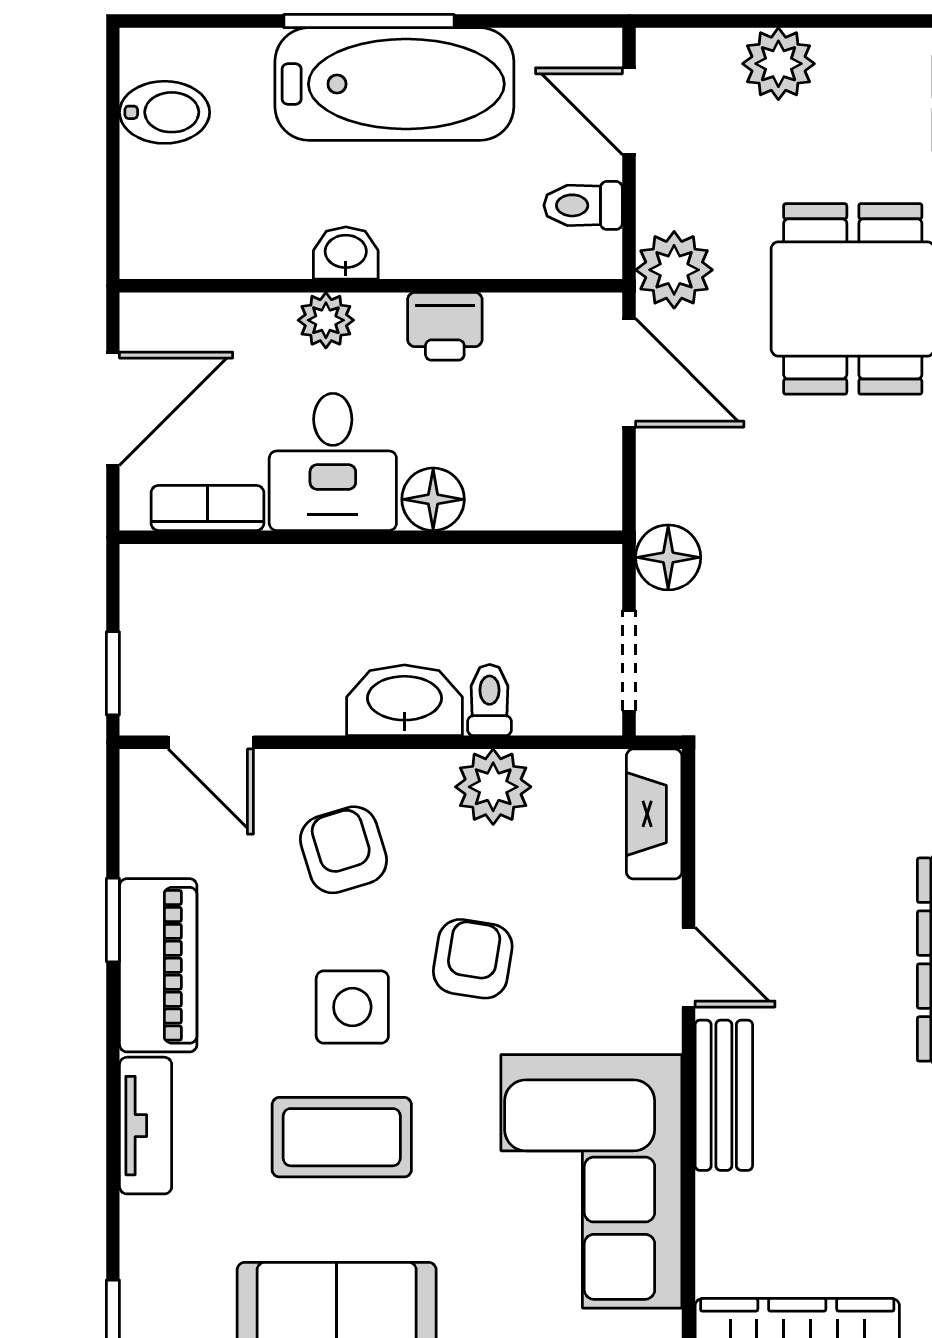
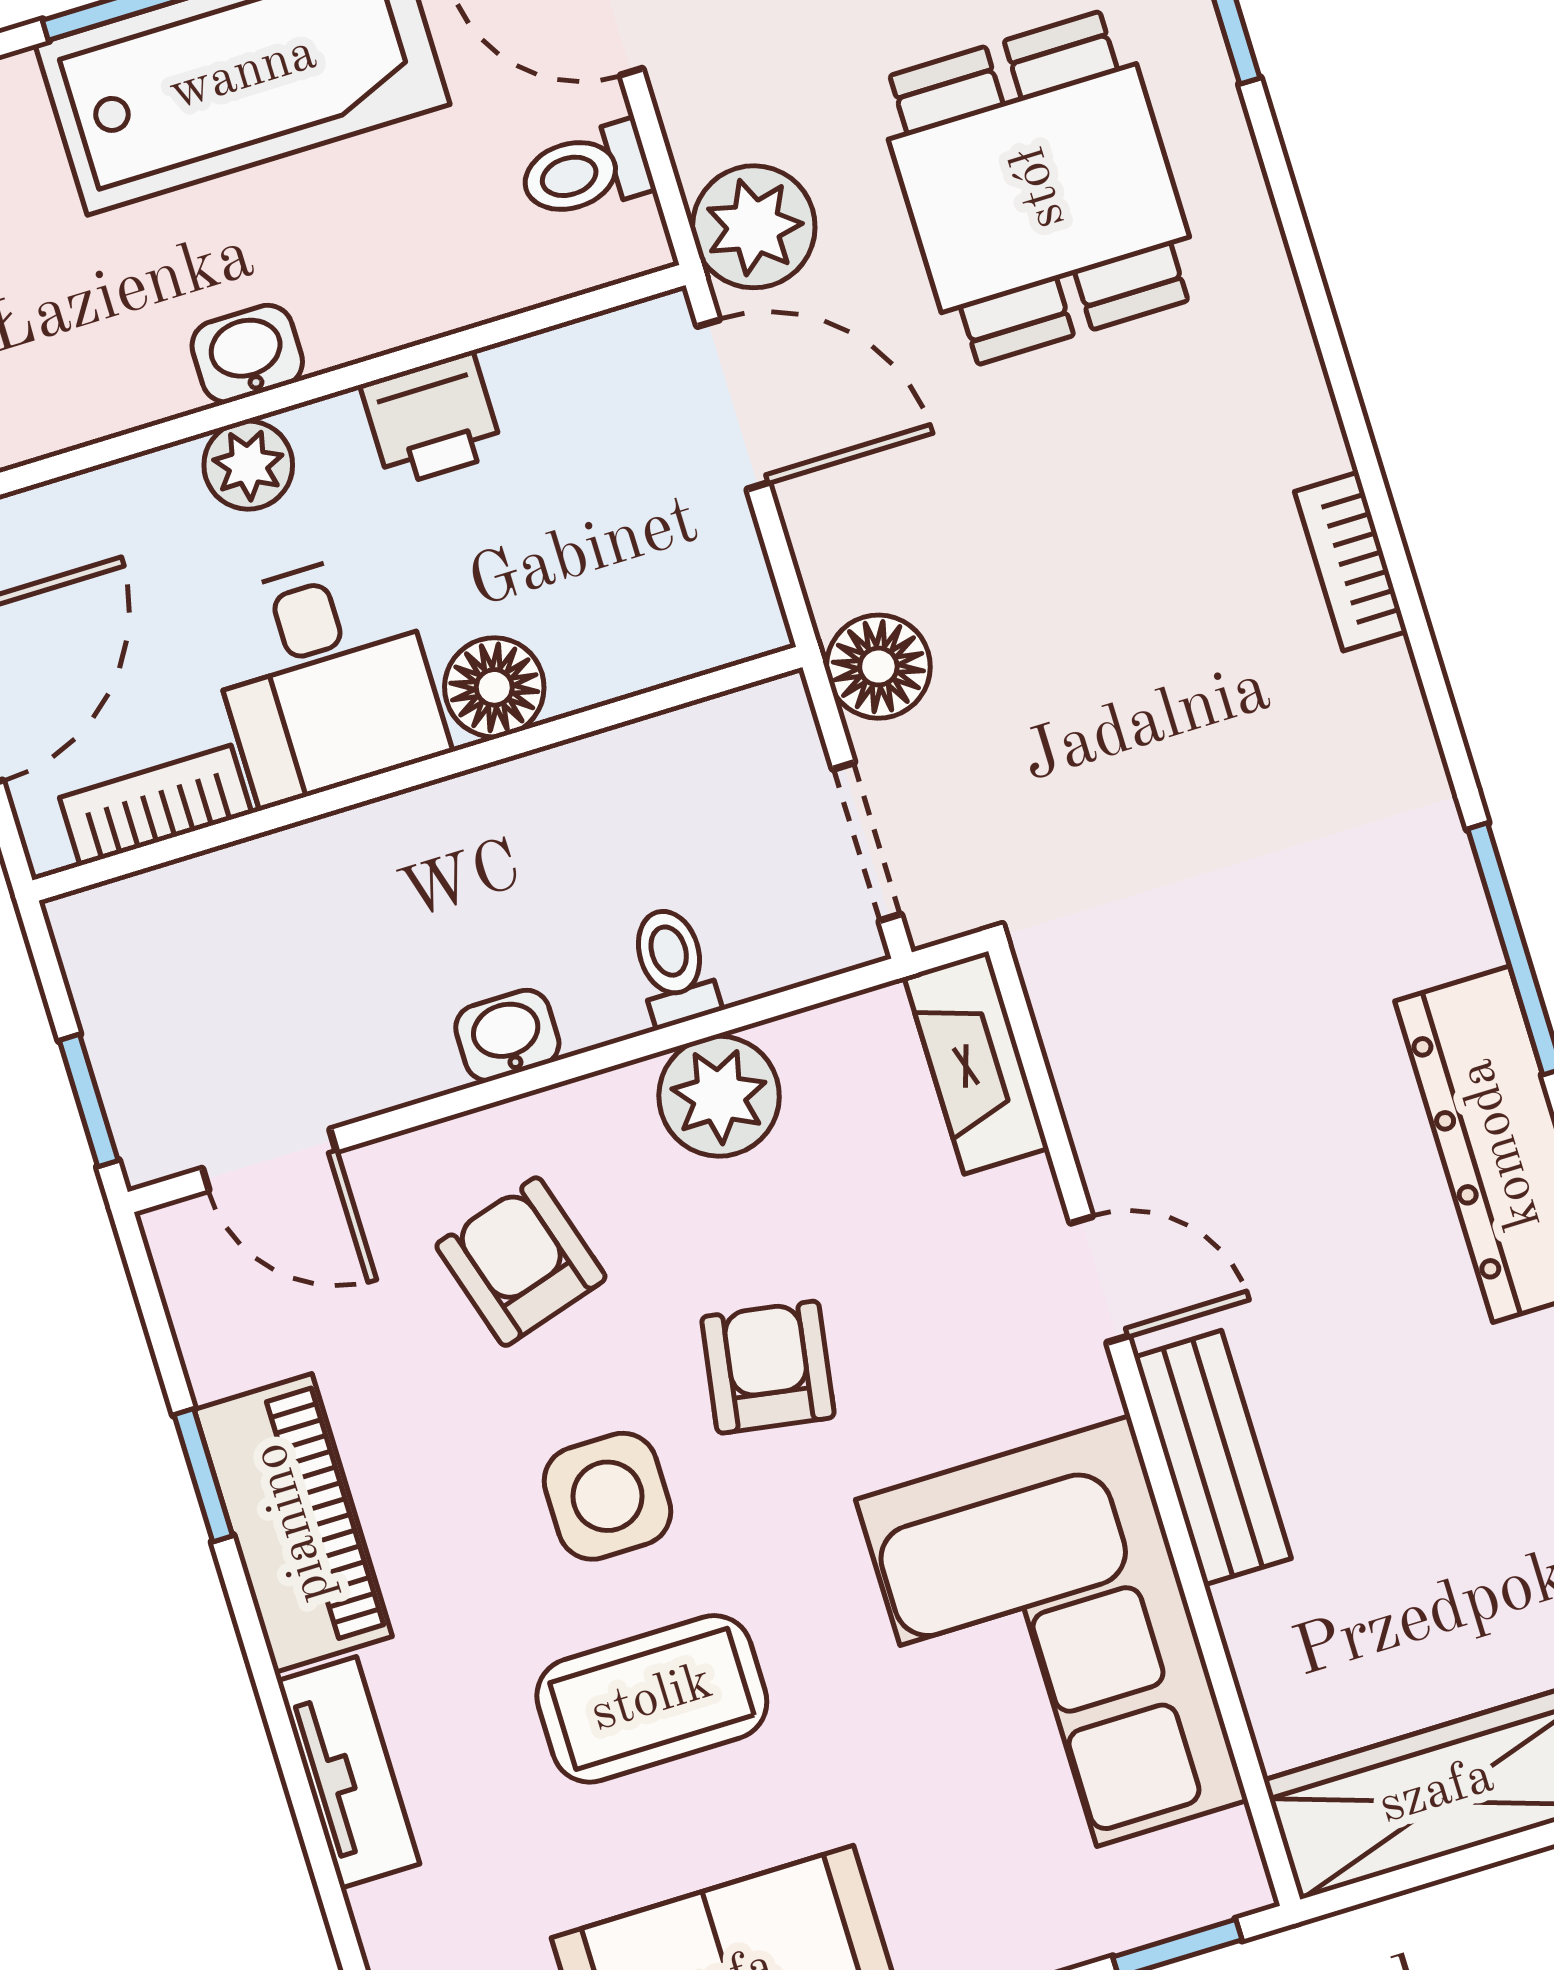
washbasin: (404, 700) -> (507, 1035), width x0.52, depth x0.69

